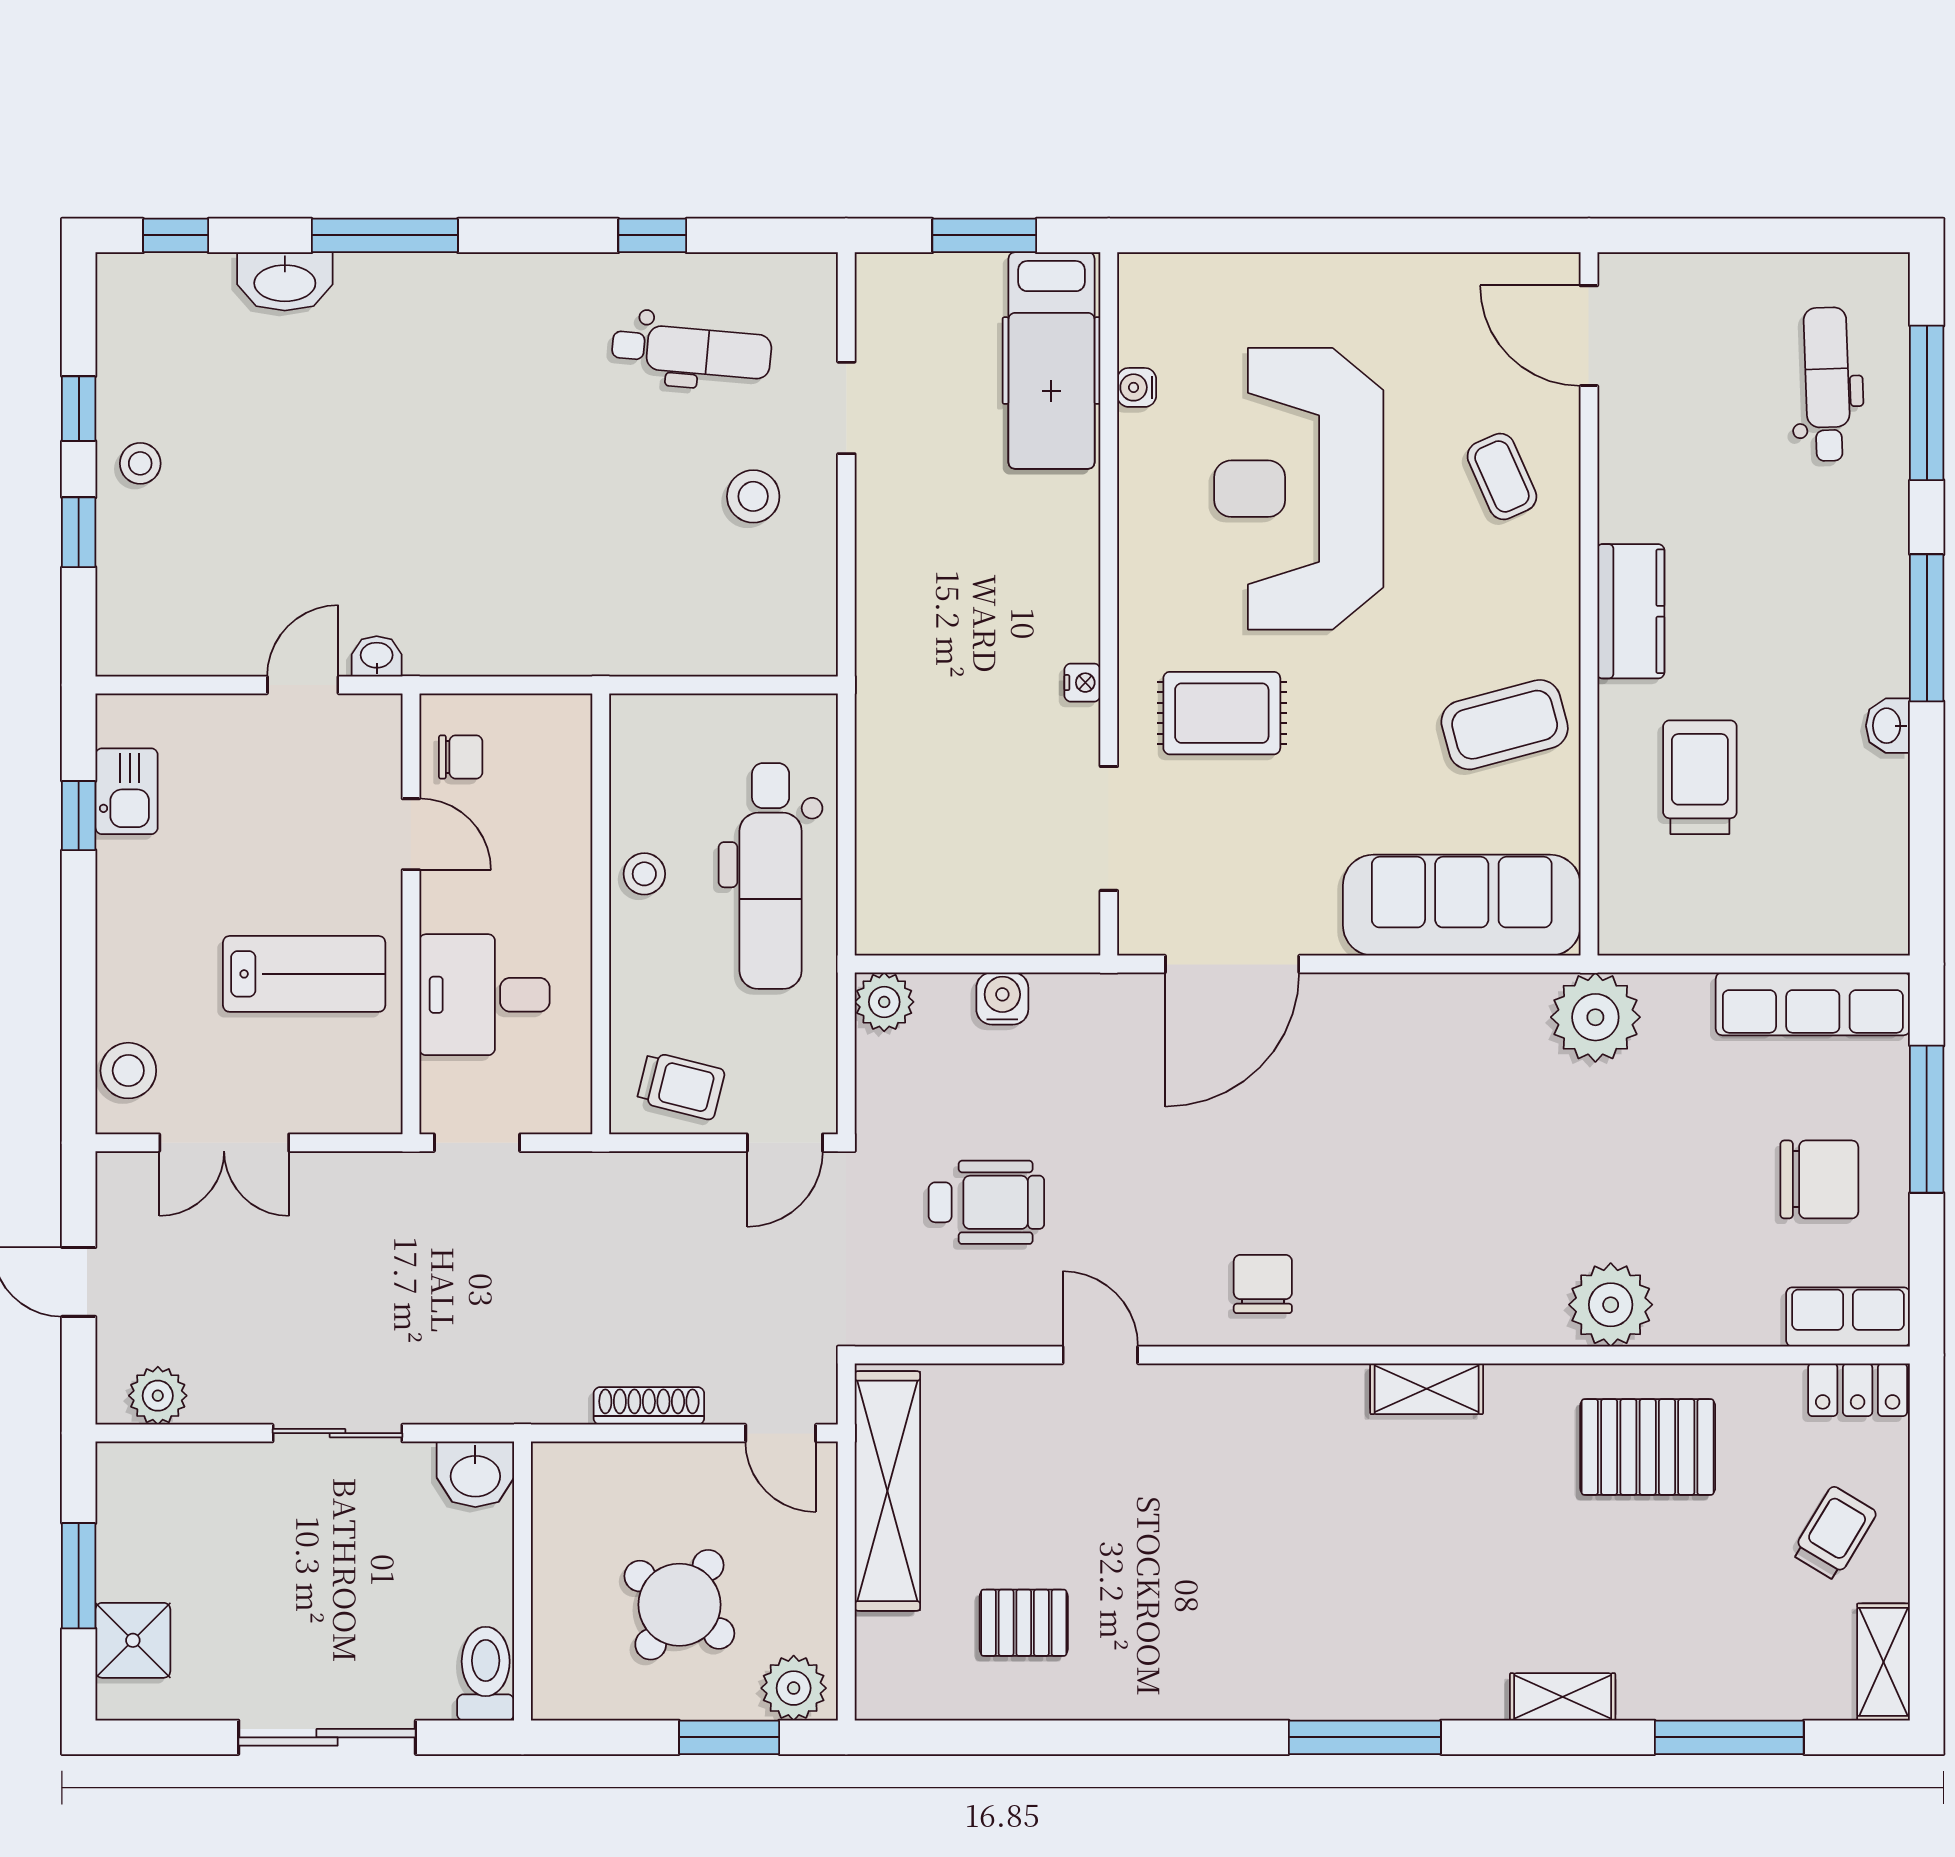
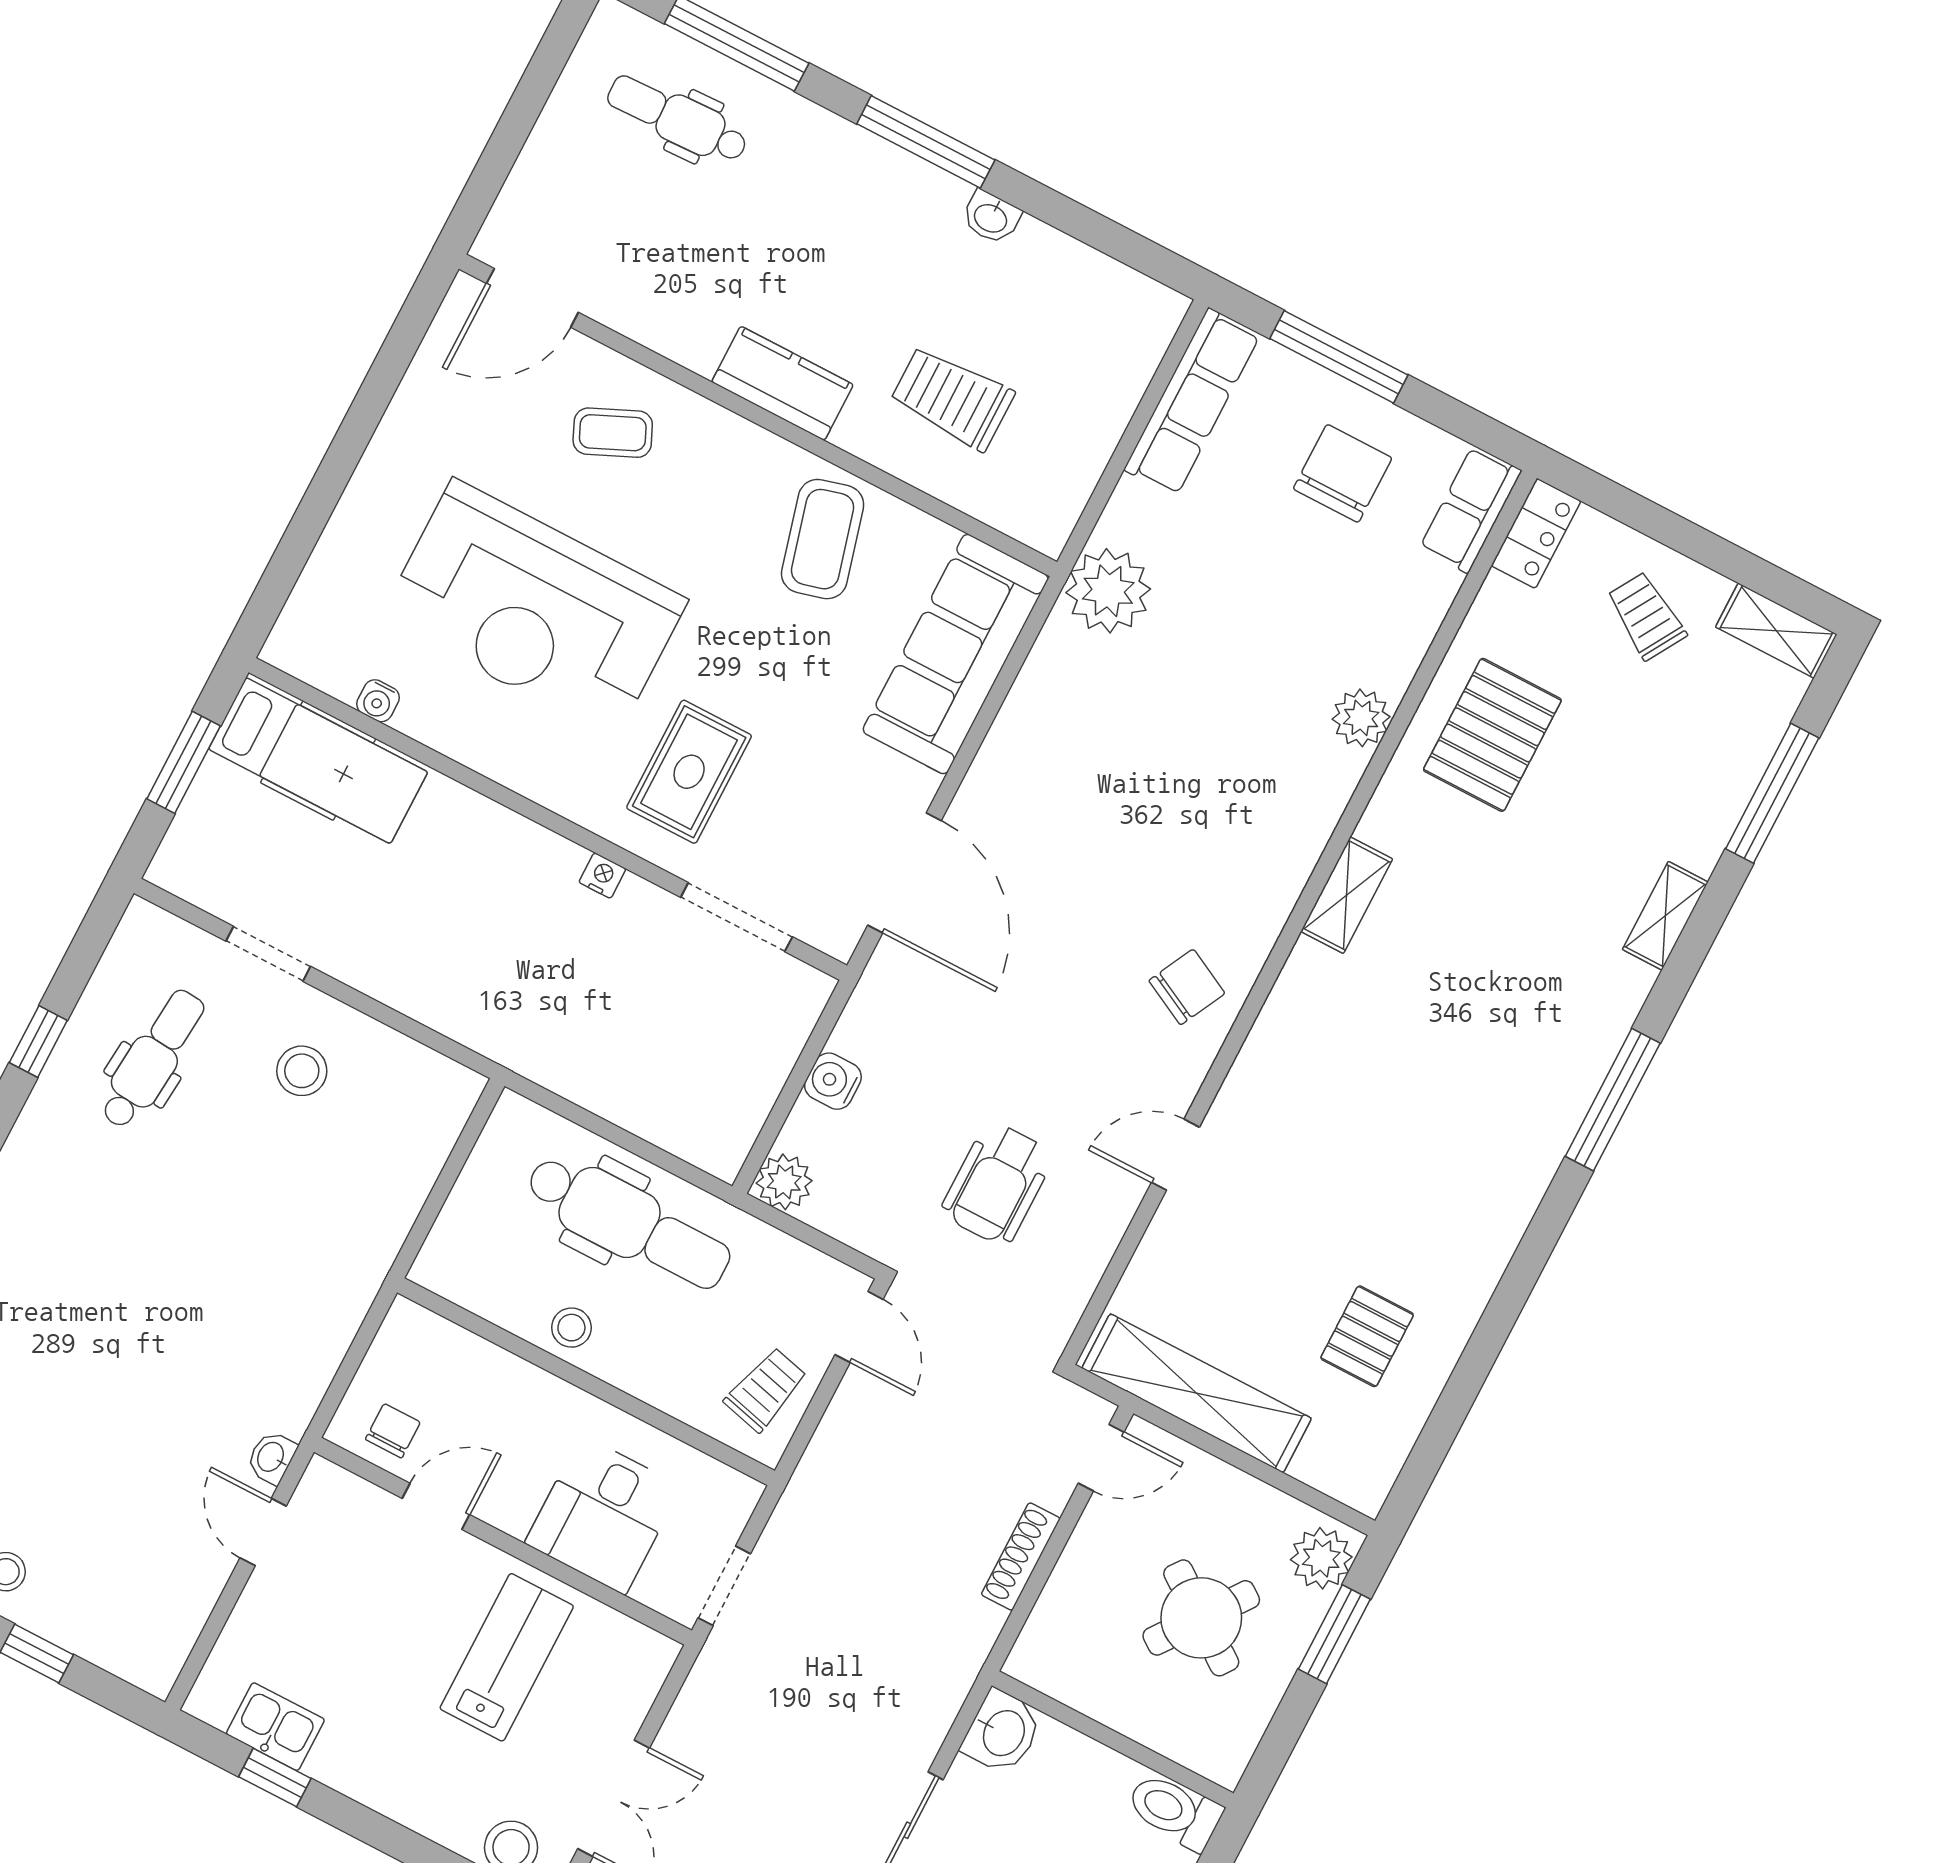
wheelchair: (986, 1202) -> (997, 1184), turned 180
chair: (1263, 1284) -> (1187, 987), turned 117
plant: (1611, 1305) -> (1361, 718), width x0.73, depth x0.73

